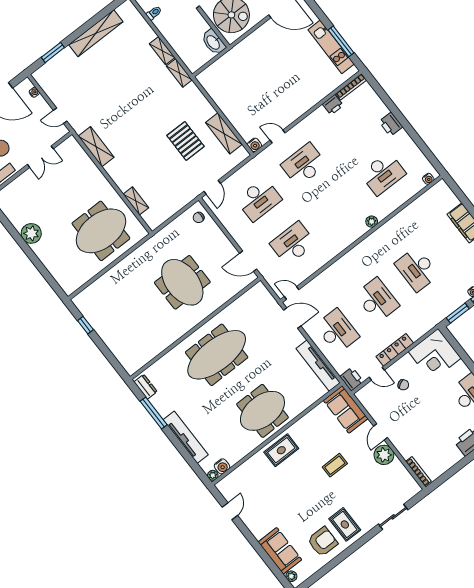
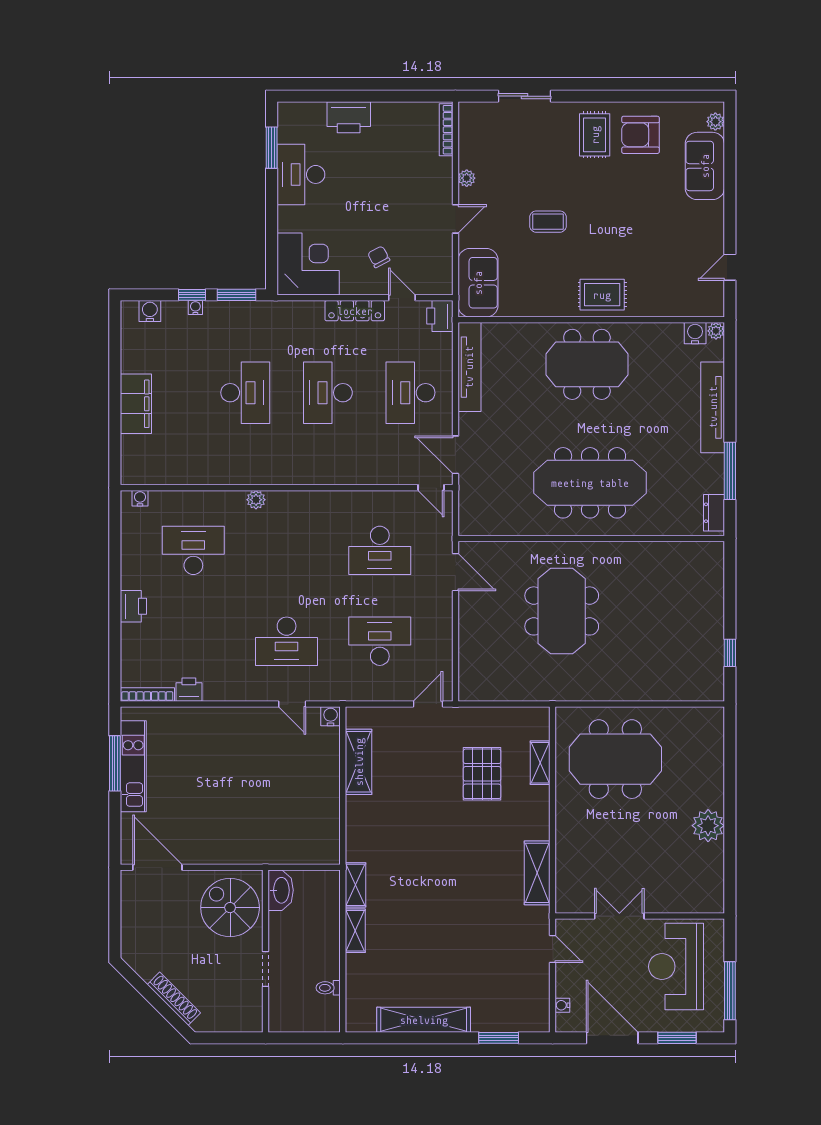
pallet: (186, 141) -> (482, 774), moved
chair: (199, 217) -> (476, 678), removed
plant: (384, 455) -> (467, 178), width x0.53, depth x0.53

